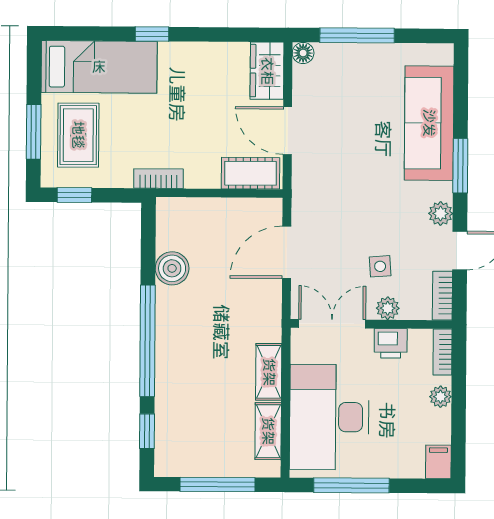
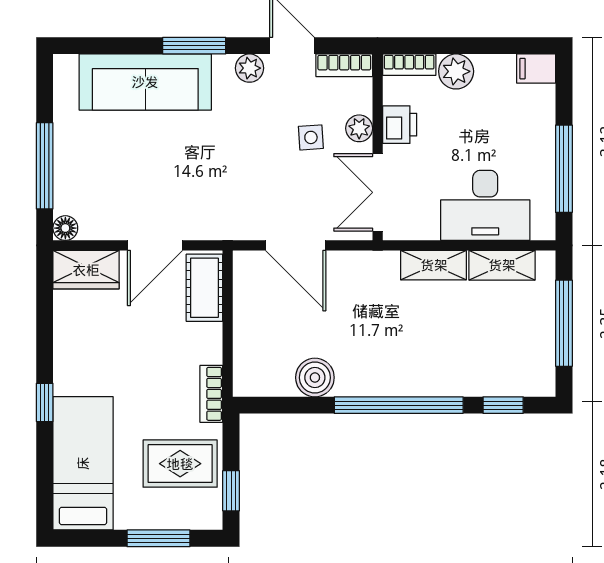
rug: (78, 135) -> (180, 464), moved
plant: (440, 397) -> (456, 71), width x1.38, depth x1.38
desk: (329, 417) -> (485, 205), width x0.73, depth x0.77

